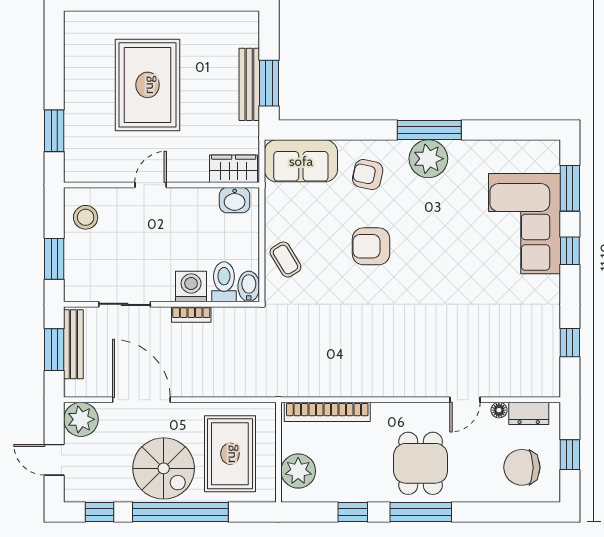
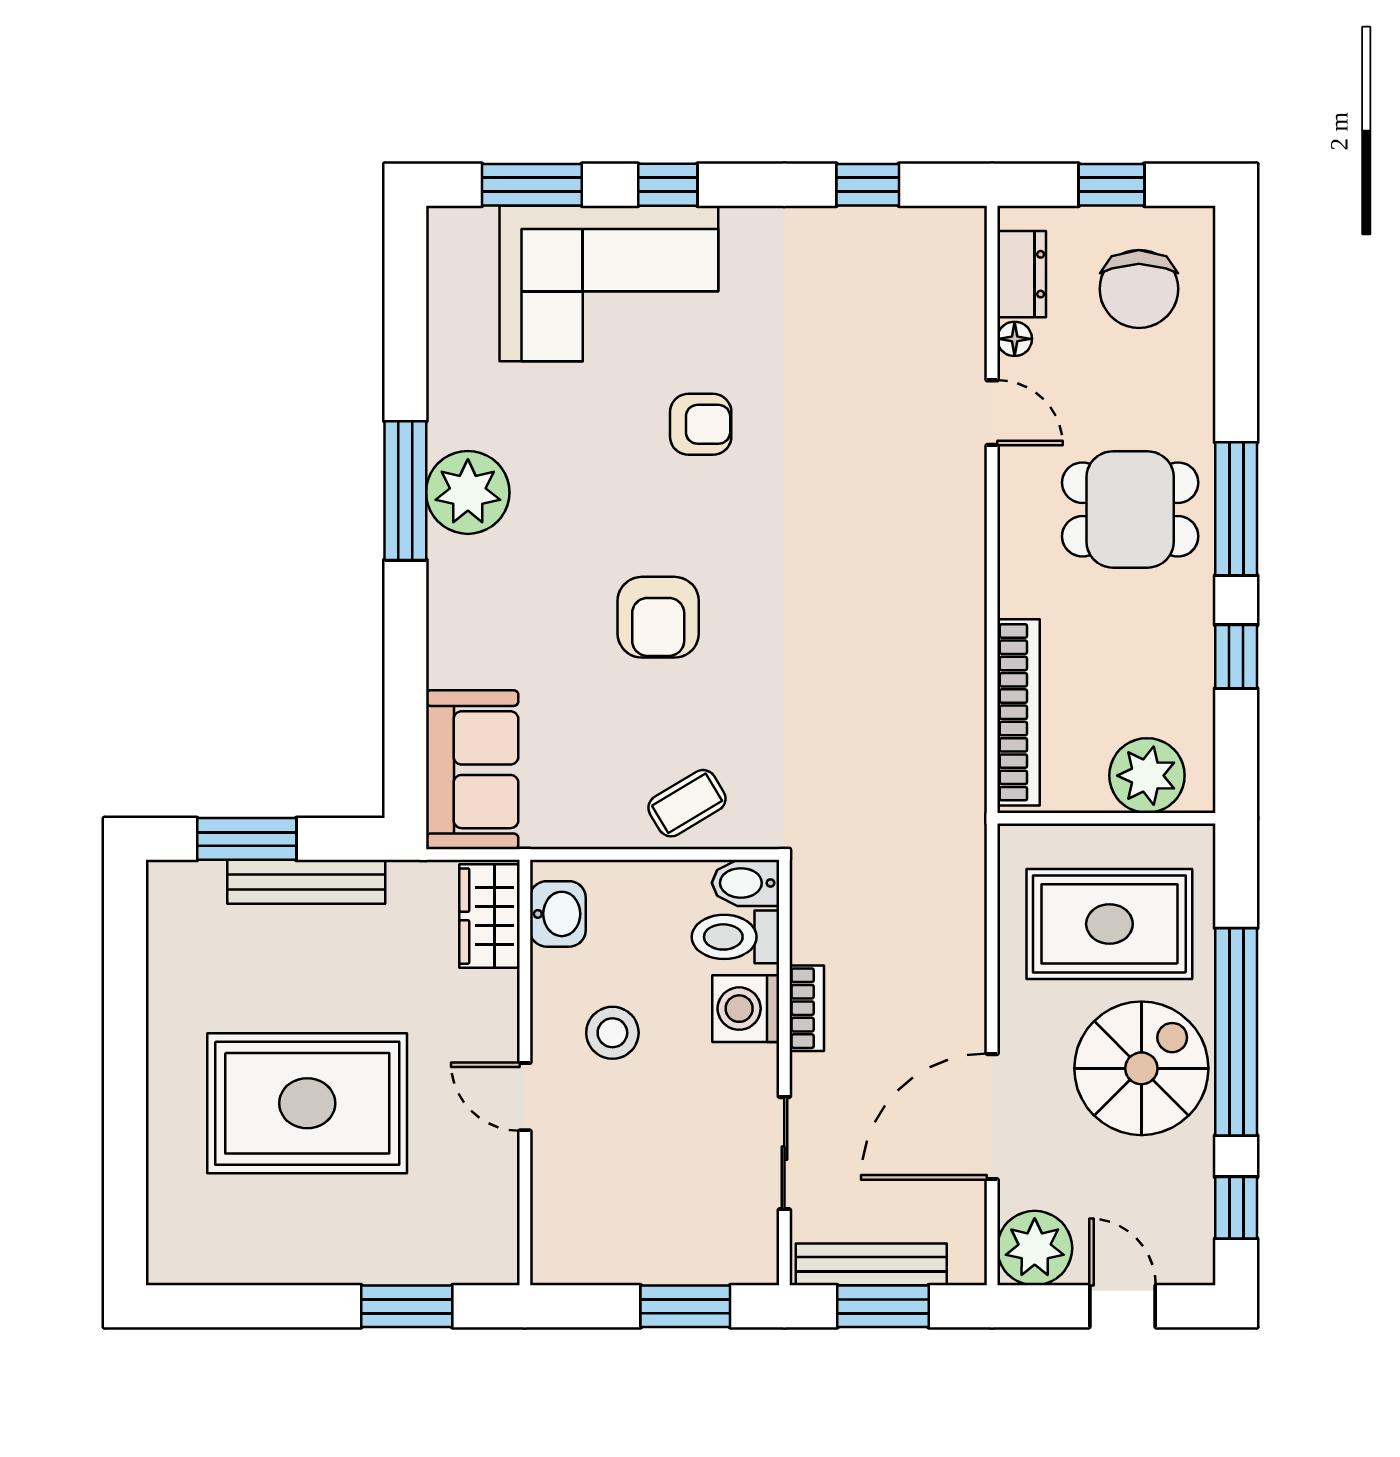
window: (269, 83) -> (247, 839), moved
armchair: (368, 175) -> (701, 424), moved, turned -102
stool: (86, 217) -> (612, 1033), moved
door: (54, 460) -> (1123, 1306), swing flipped

